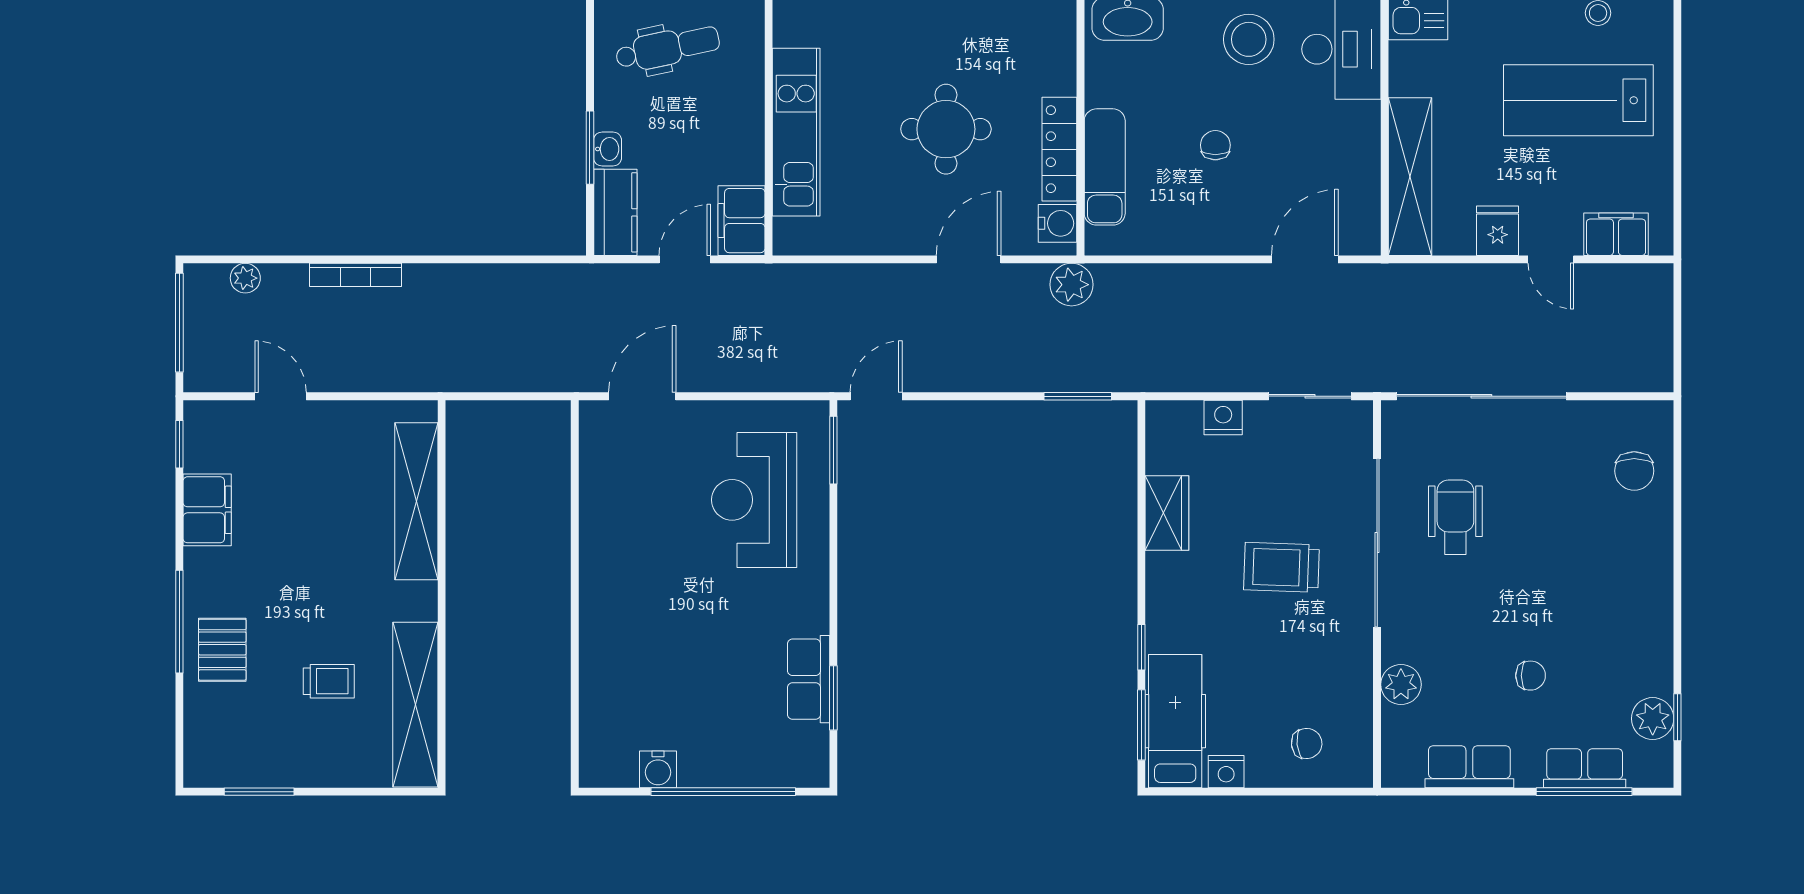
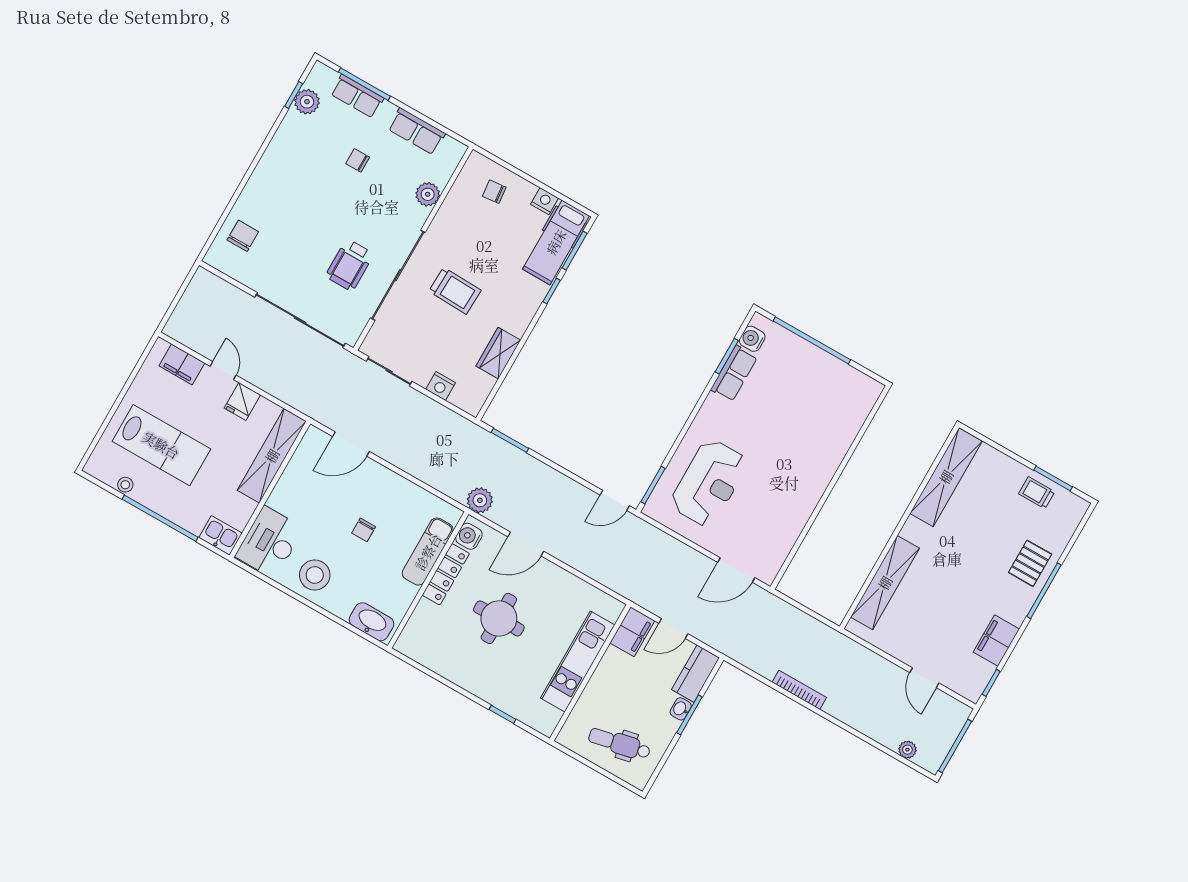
bookcase: (355, 275) -> (799, 690), moved
trolley: (329, 681) -> (1037, 493), moved
water cooler: (658, 769) -> (752, 339), moved, turned -90

